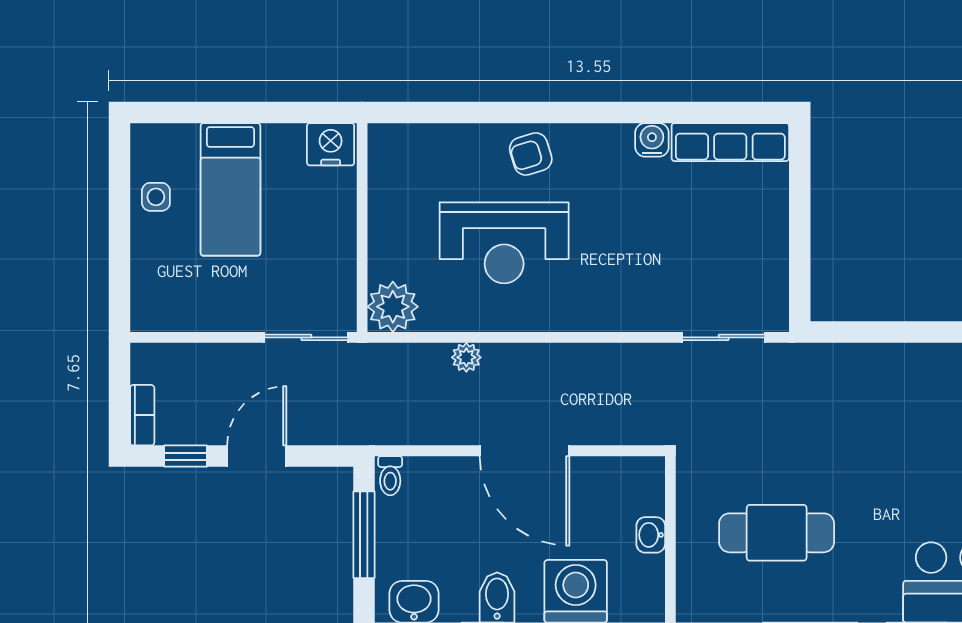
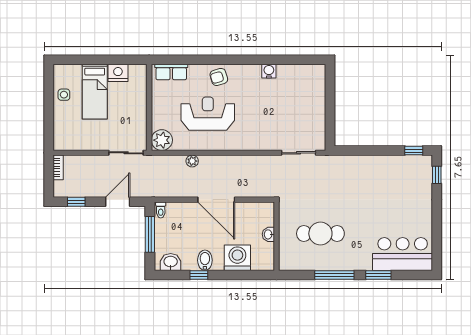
row of seats: (730, 142) -> (171, 72), moved, width x0.68
nightstand: (331, 144) -> (118, 73), moved
reception desk: (504, 243) -> (208, 114), turned 180
bookcase: (142, 415) -> (58, 167), moved
door: (257, 456) -> (118, 202), moved

